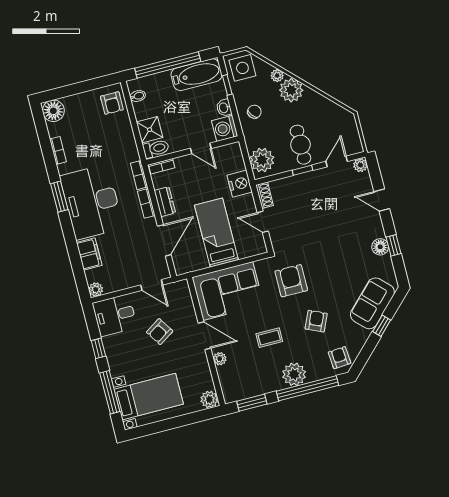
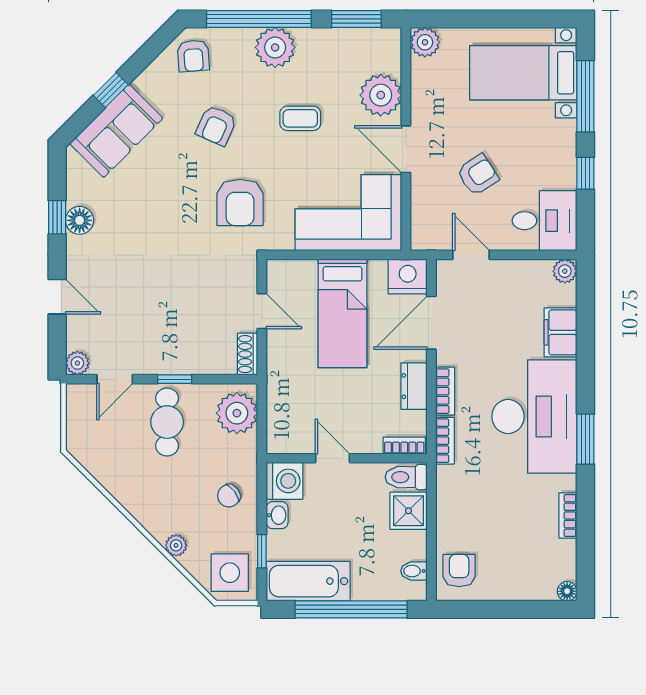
plant: (291, 90) -> (159, 515), removed
floor lamp: (53, 111) -> (567, 591), width x0.53, depth x0.53
nightstand: (240, 184) -> (408, 277), moved, turned 90
plant: (220, 359) -> (381, 95), width x1.88, depth x1.88

